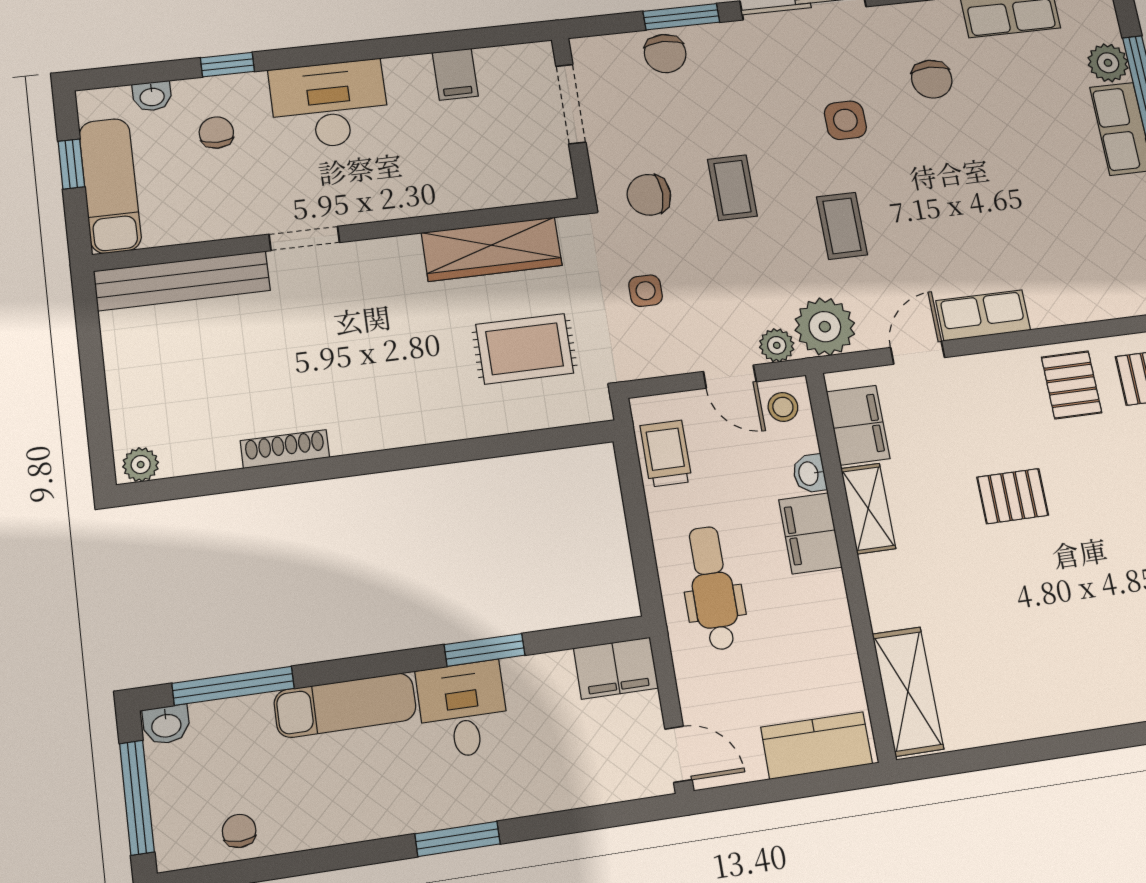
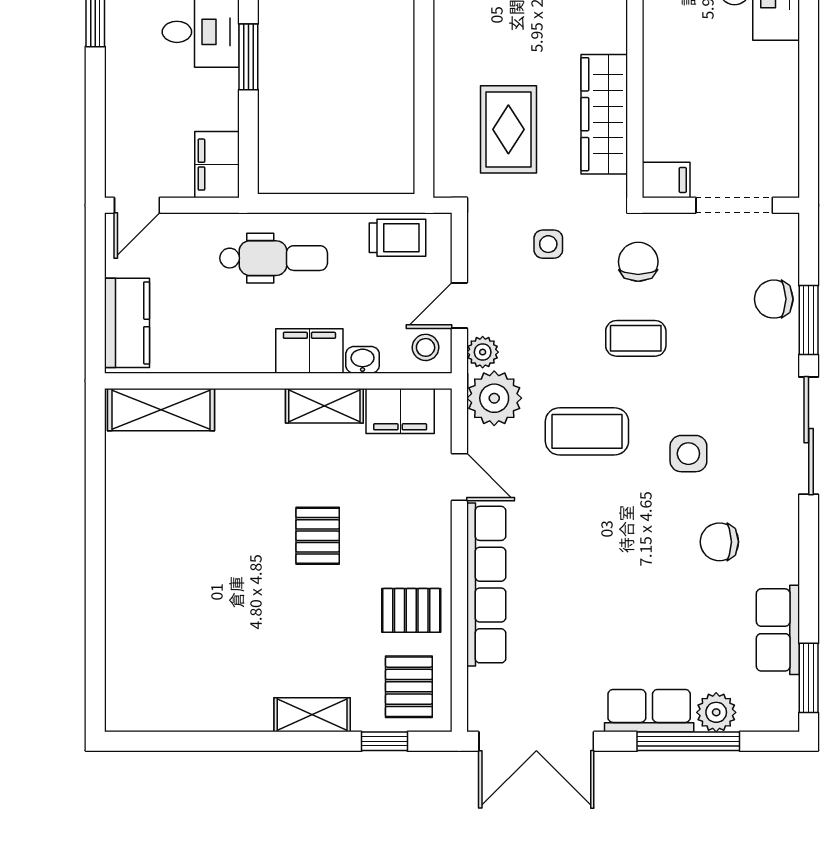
filing cabinet: (455, 74) -> (666, 180), moved, turned 180
coffee table: (842, 226) -> (587, 431), width x1.36, depth x1.30
row of seats: (983, 315) -> (486, 585), width x2.02

